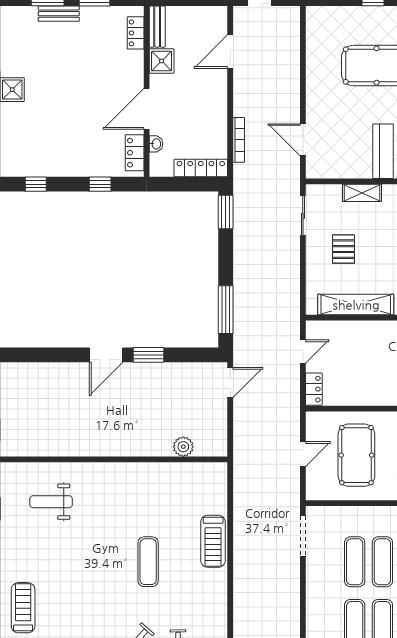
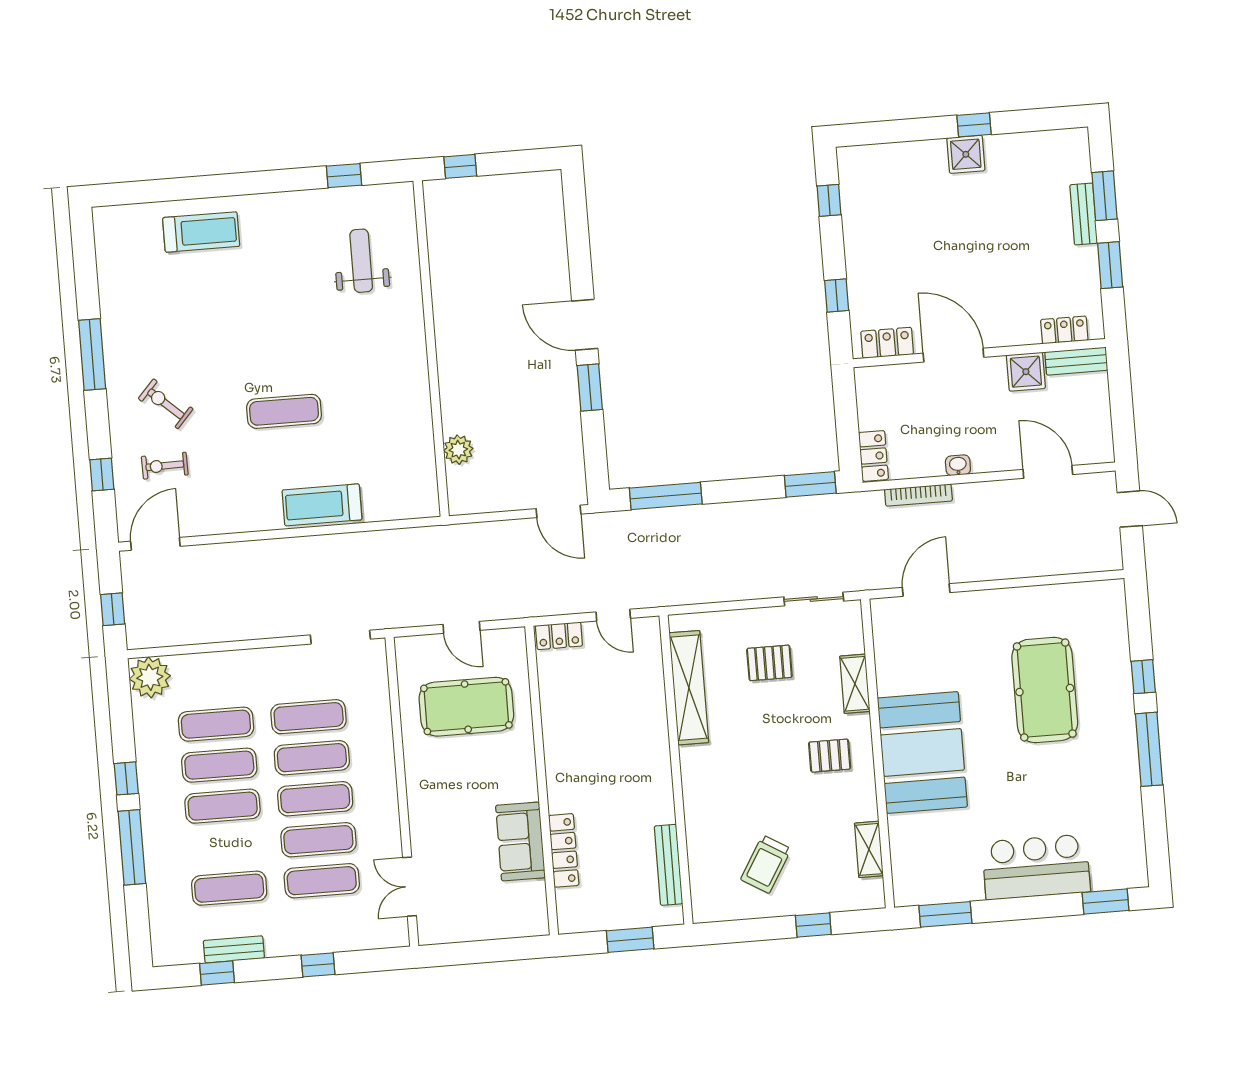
washbasin: (156, 144) -> (958, 465), moved, turned 180
locker: (201, 168) -> (874, 456), width x0.66

